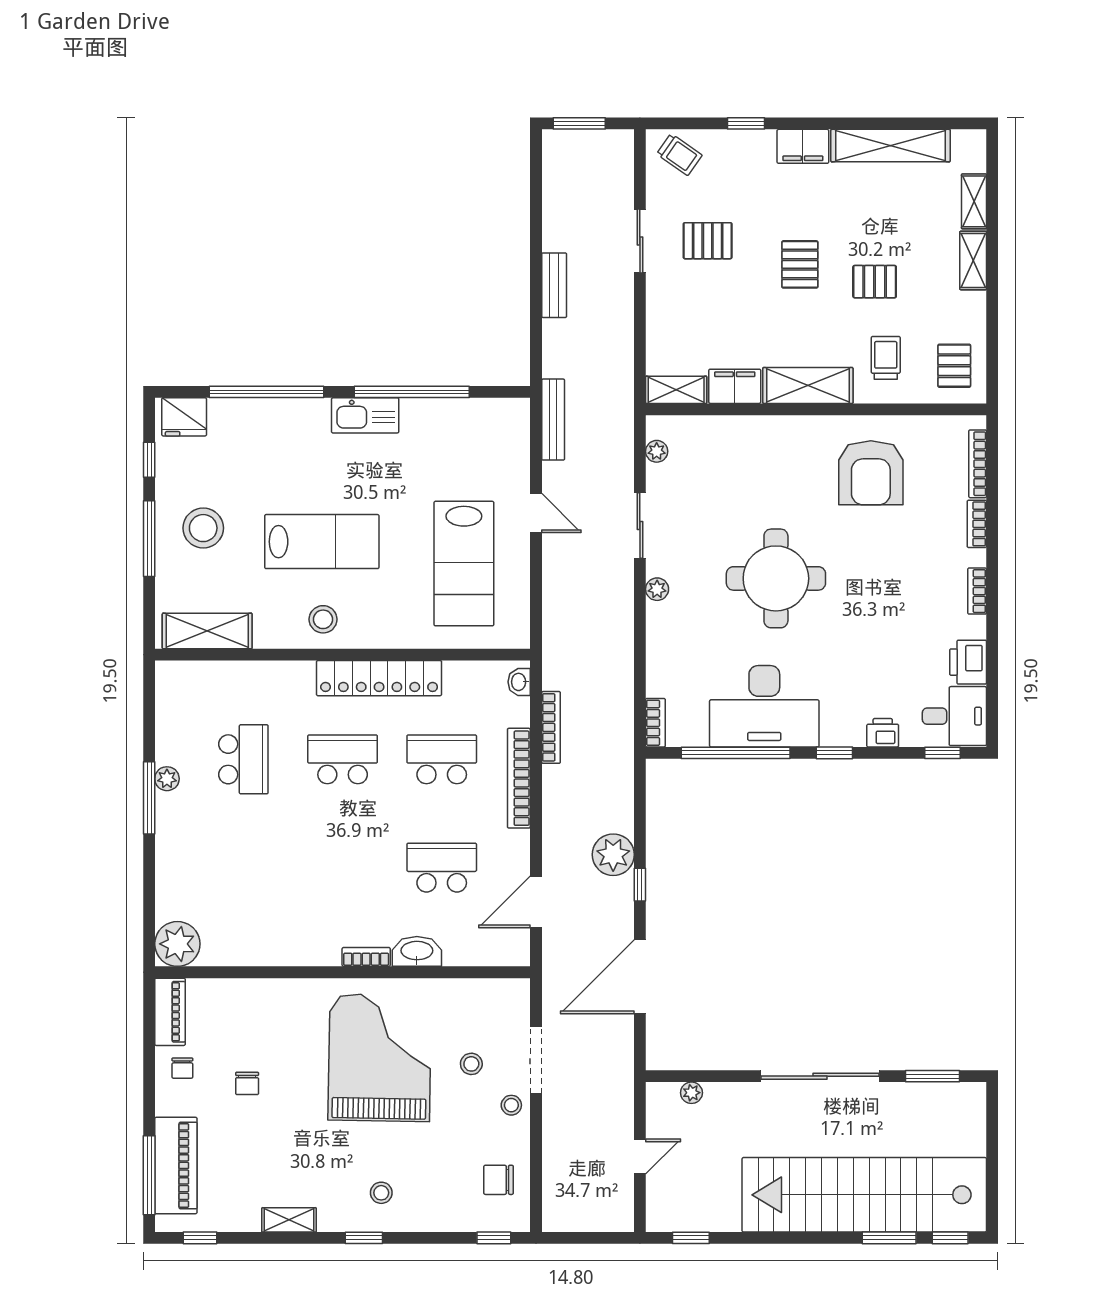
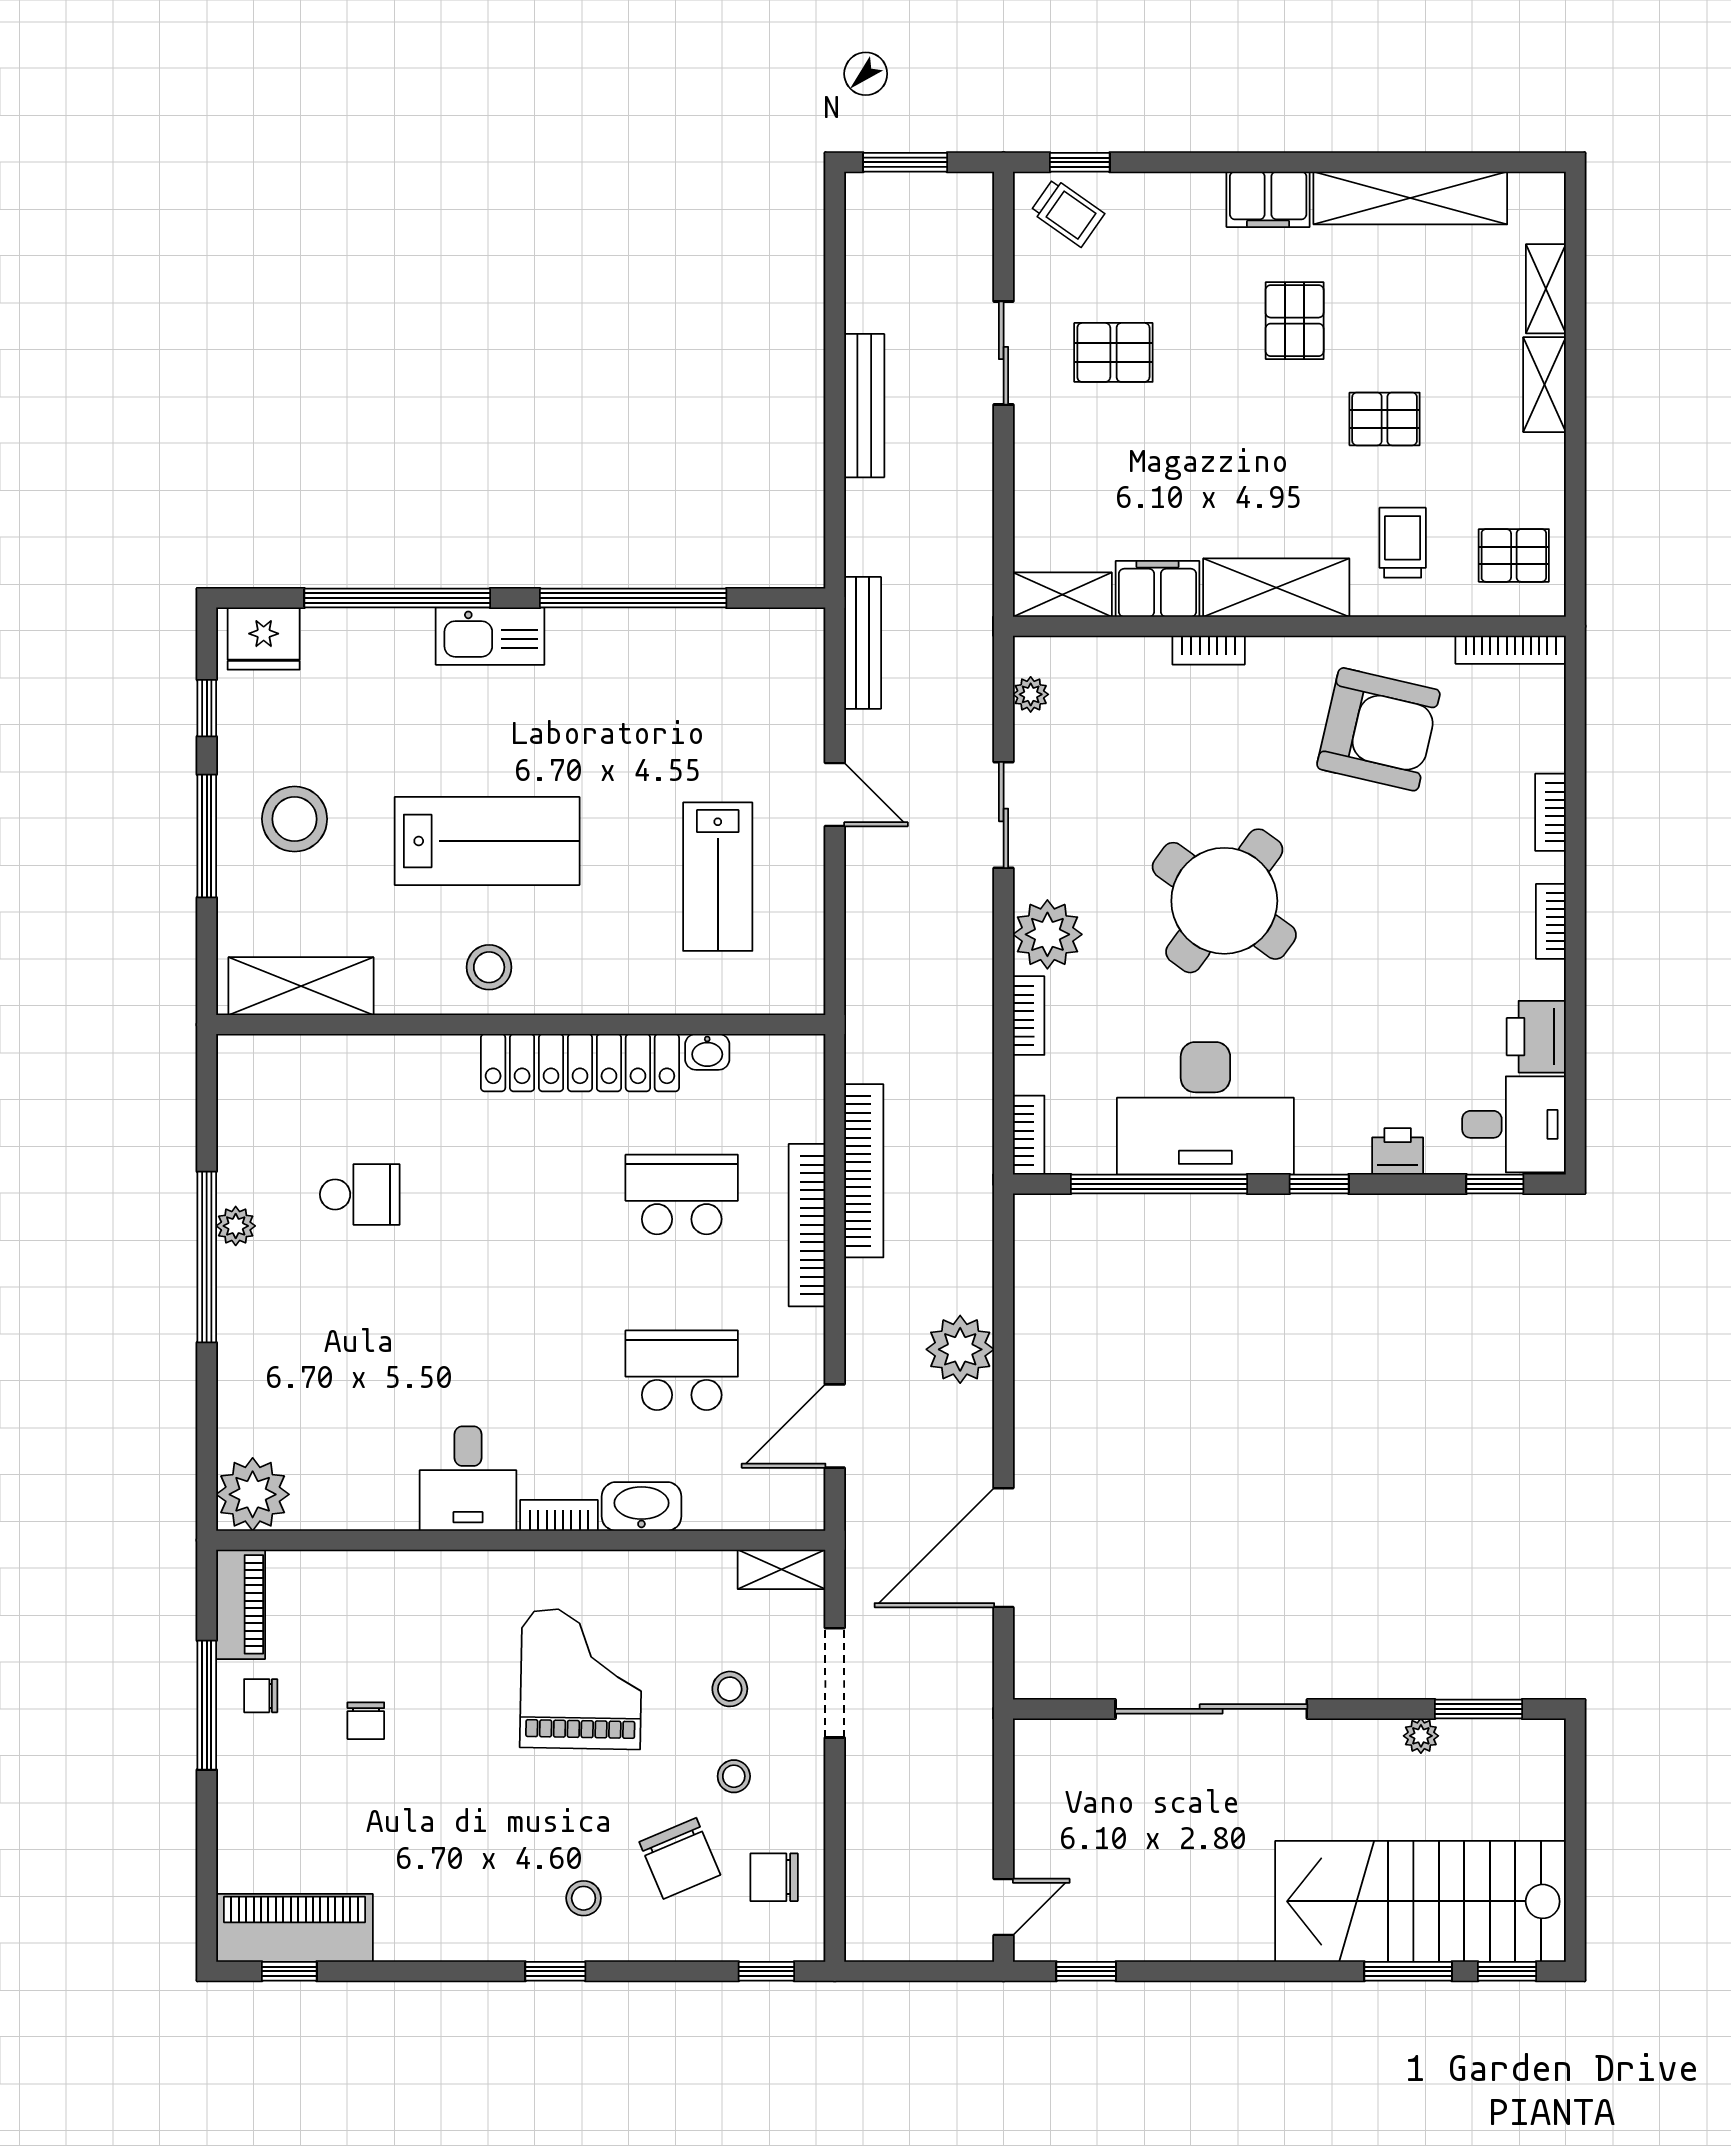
window: (746, 123) -> (1080, 162), moved
pallet: (800, 264) -> (1295, 321), moved
bench: (554, 285) -> (864, 406), width x1.36
pallet: (954, 366) -> (1514, 555), turned 90
kitchen sink: (365, 415) -> (490, 636), moved
bookcase: (766, 424) -> (1209, 650), added
bookcase: (978, 464) -> (1511, 650), moved, turned -90
armchair: (871, 473) -> (1378, 729), turned -77
lab bench: (464, 564) -> (718, 877), width x0.73, depth x0.72
round table: (776, 578) -> (1224, 901), turned 36
plant: (657, 589) -> (1047, 934), width x1.88, depth x1.88
bookcase: (655, 649) -> (1029, 1016), added
washbasin: (519, 682) -> (707, 1052), moved, turned -90
bookcase: (551, 727) -> (864, 1171), width x1.48, depth x1.31
school desk: (243, 759) -> (360, 1194), width x0.54
school desk: (343, 759) -> (521, 1194), removed
window: (149, 798) -> (207, 1257), width x1.46
window: (640, 885) -> (1004, 1398), removed
desk: (310, 934) -> (468, 1479), added
grand piano: (380, 1058) -> (581, 1679), width x0.73, depth x0.68
chair: (182, 1068) -> (261, 1696), turned 90
sliding door: (820, 1076) -> (1211, 1709), moved
plant: (691, 1093) -> (1421, 1736), moved
stool: (511, 1105) -> (734, 1776), moved
door: (640, 1157) -> (1004, 1907), moved
piano: (176, 1165) -> (294, 1928), moved, turned -90
chair: (441, 1168) -> (680, 1858), added
window: (149, 1175) -> (207, 1705), moved
stairs: (864, 1195) -> (1421, 1901), width x0.73
shelving: (289, 1220) -> (781, 1569), moved

